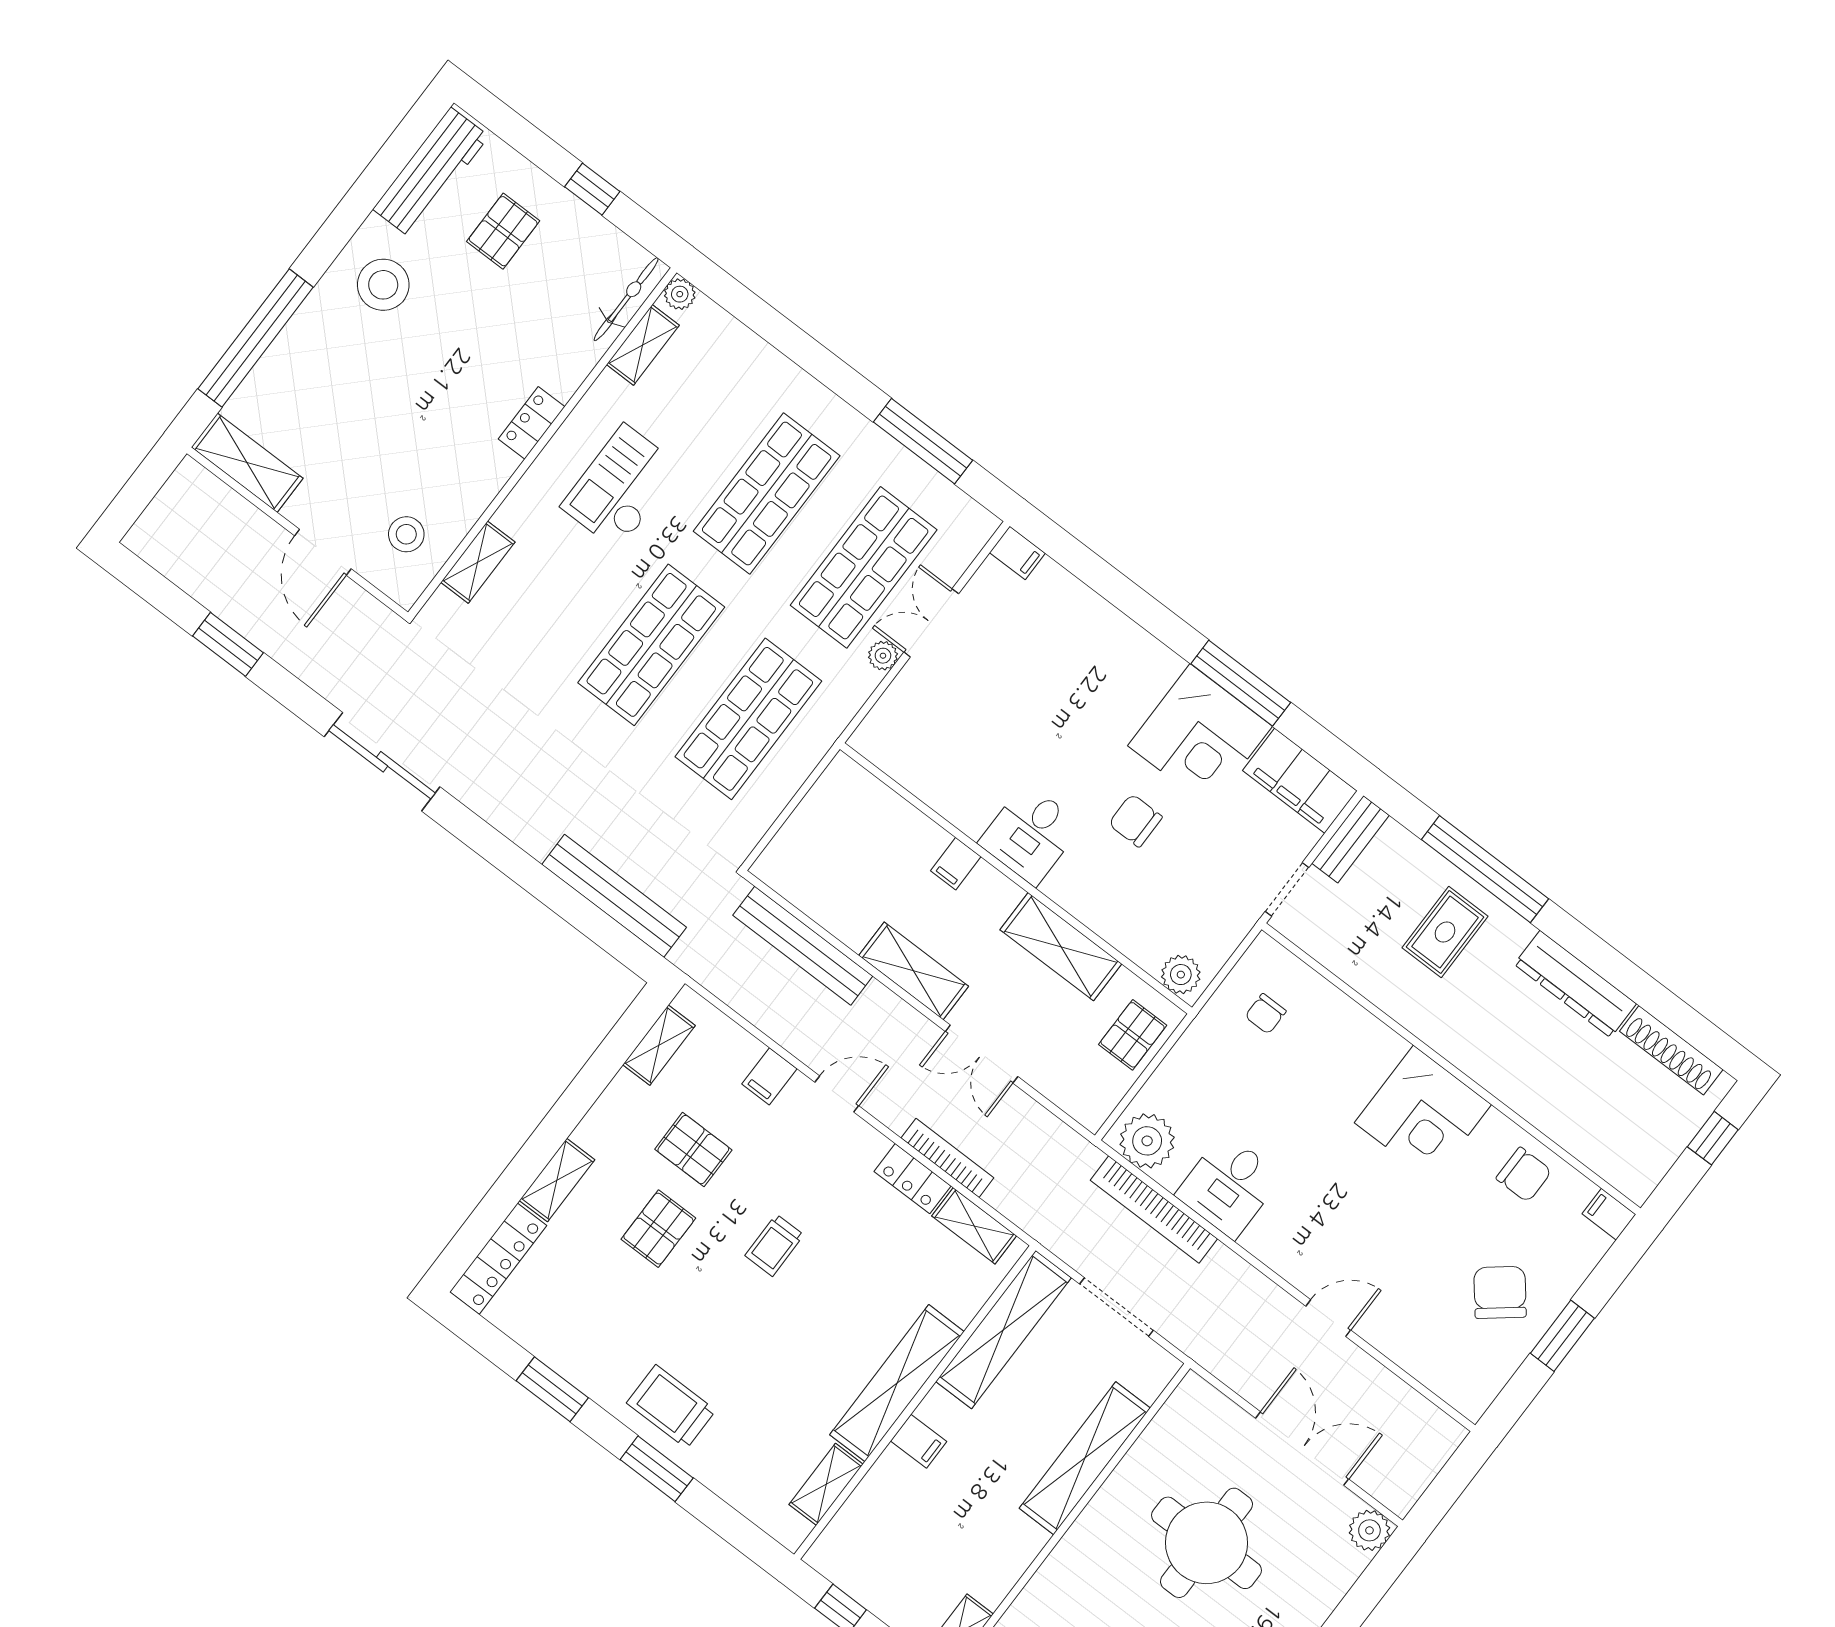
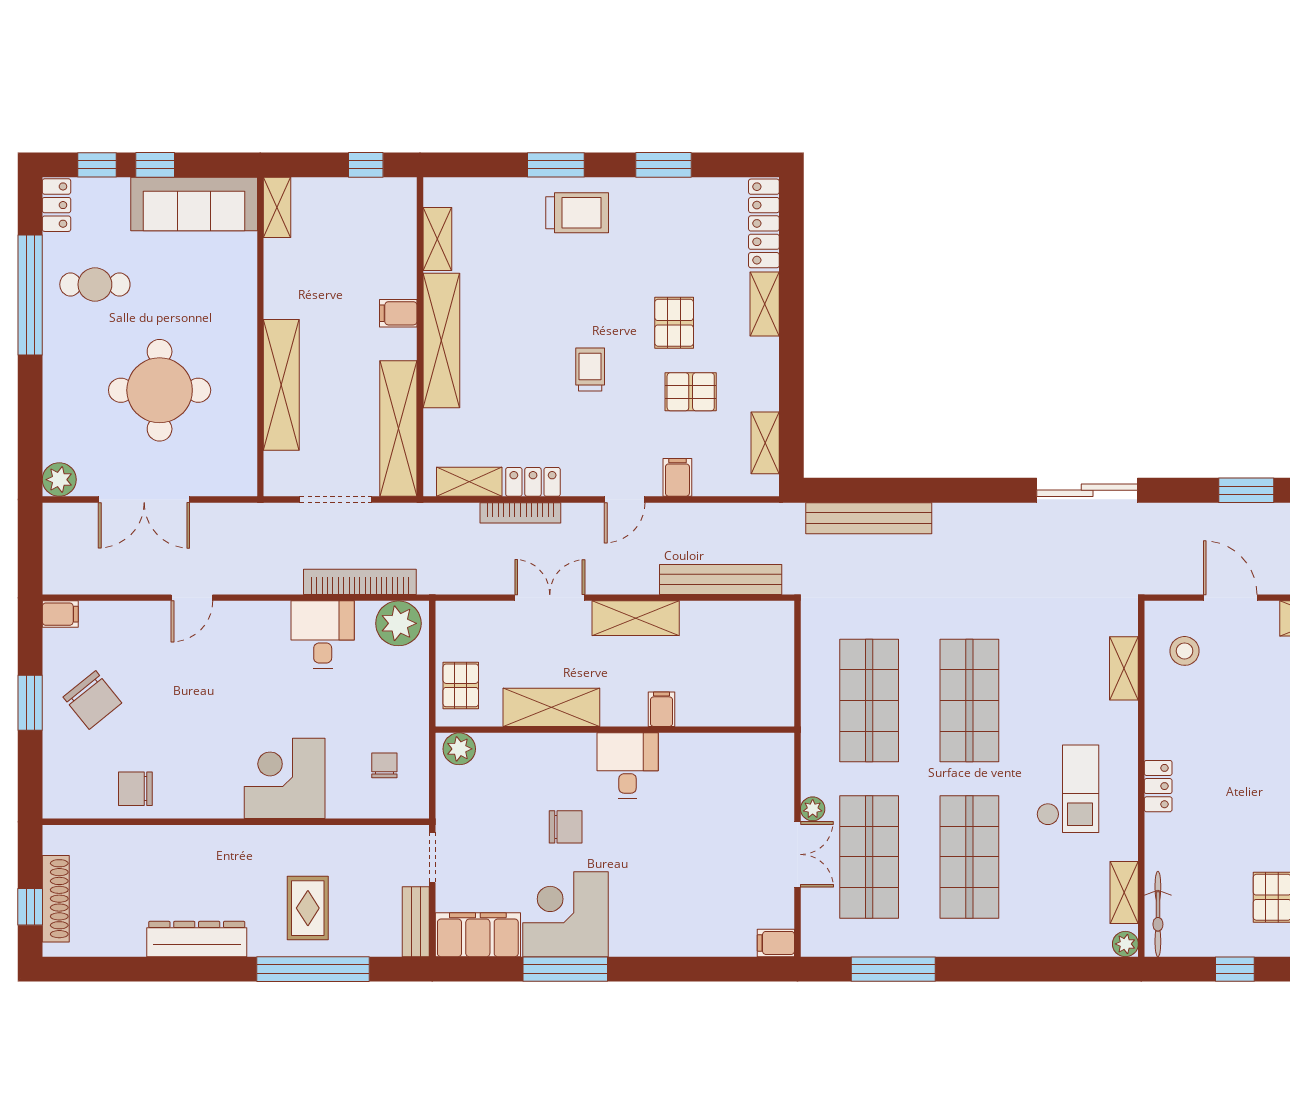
shoe rack: (1671, 1050) -> (56, 899), moved, turned 90
corner desk: (1423, 1114) -> (285, 778), moved
filing cabinet: (1609, 1214) -> (60, 614), moved

